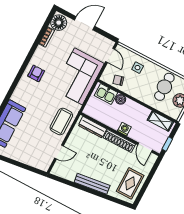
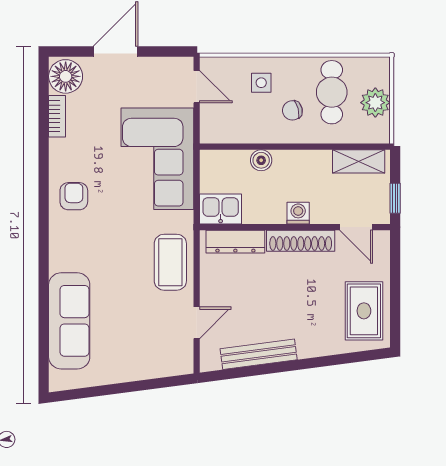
chair: (118, 80) -> (292, 110), moved
kitchen sink: (106, 94) -> (221, 209), moved, turned 180
bench: (92, 184) -> (259, 354), moved

